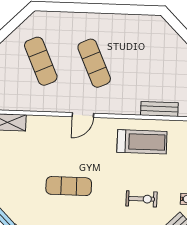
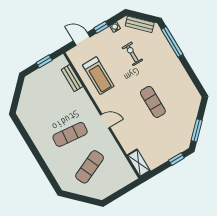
exercise mat: (94, 63) -> (70, 134), turned 30
treadmill: (142, 142) -> (98, 76), turned 180

